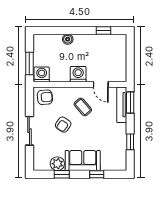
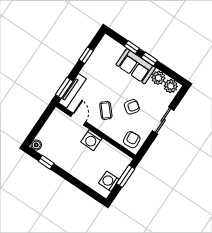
boiler: (68, 39) -> (36, 145), moved
washing machine: (42, 74) -> (109, 181), moved, turned 90
armchair: (45, 97) -> (132, 140), turned 90
plant: (43, 164) -> (171, 86), added
window: (62, 174) -> (149, 59), moved

